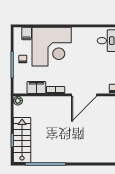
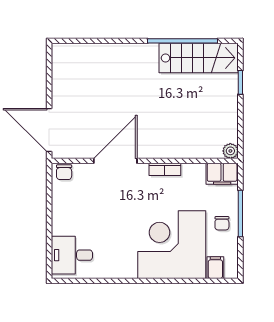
filing cabinet: (36, 87) -> (222, 174), moved
stairs: (22, 140) -> (199, 58), moved, turned -90

